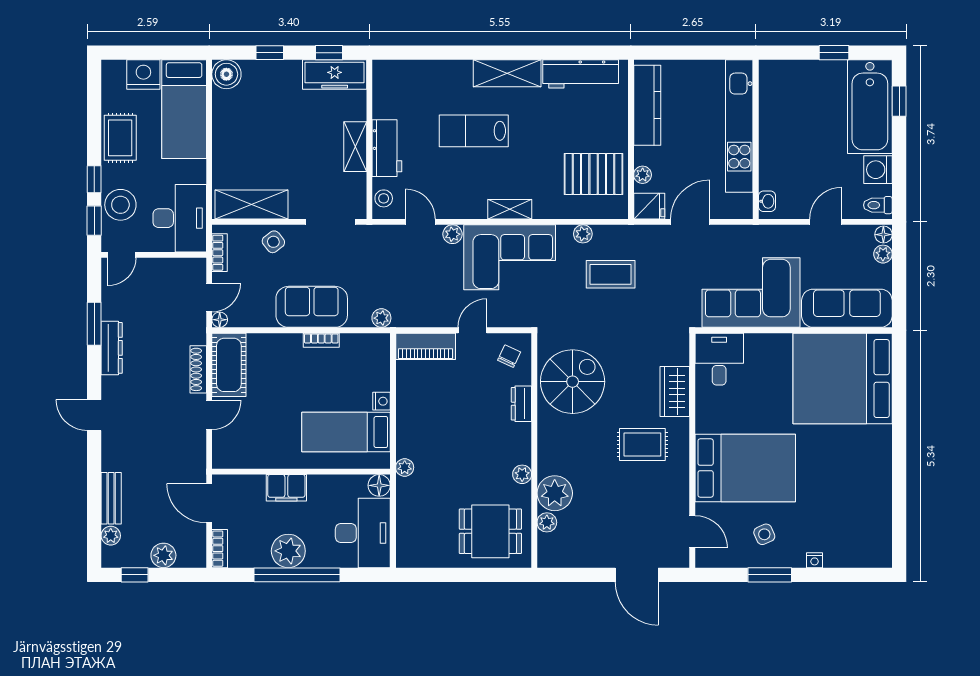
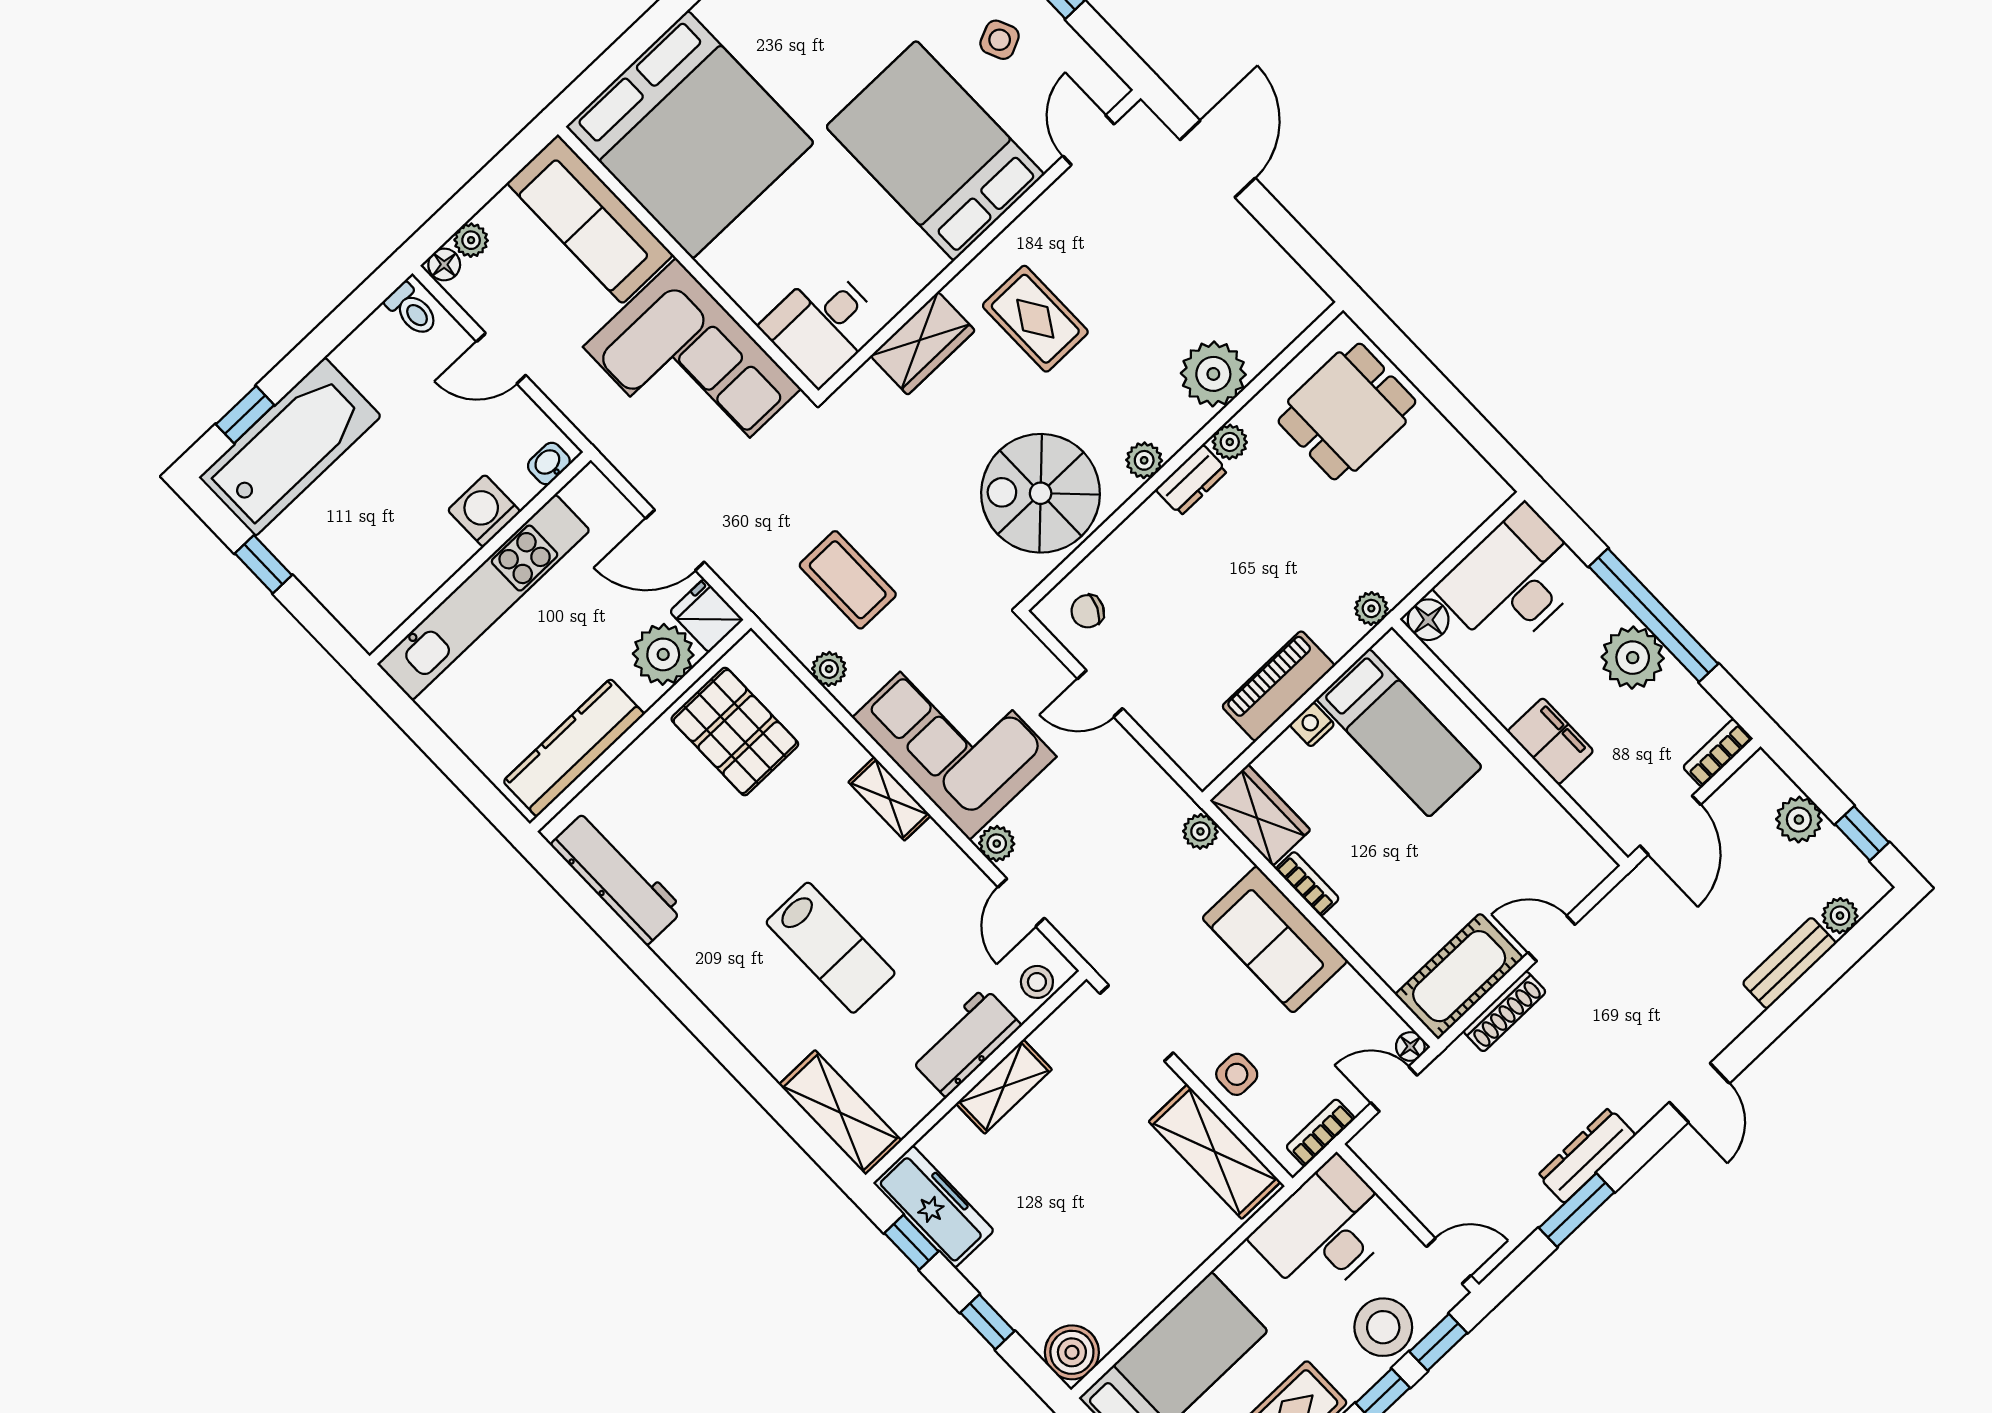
shelving: (507, 73) -> (840, 1113), moved
washing machine: (878, 170) -> (484, 511), moved, turned 180
plant: (643, 175) -> (663, 654), width x1.87, depth x1.87
side table: (273, 242) -> (1237, 1074), turned 38
piano: (426, 346) -> (1278, 686), moved, turned -90
wardrobe: (366, 347) -> (1260, 815), added
dresser: (521, 404) -> (1192, 480), moved
plant: (547, 522) -> (1144, 460), moved
dining table: (490, 531) -> (1347, 412), turned 90

